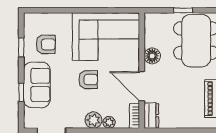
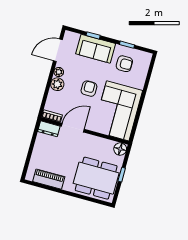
armchair: (46, 44) -> (124, 64), turned -90
floor lamp: (152, 56) -> (120, 149), moved
armchair: (88, 80) -> (89, 89), turned 180
plant: (109, 122) -> (59, 72), moved

